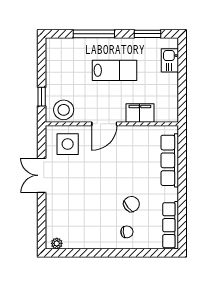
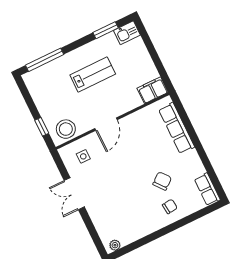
window: (94, 34) -> (45, 60), moved
kitchen sink: (170, 60) -> (127, 33), moved, turned -90
filing cabinet: (140, 113) -> (153, 90), moved
side table: (68, 144) -> (83, 156), width x0.54, depth x0.54
row of seats: (171, 225) -> (207, 189), width x0.68

